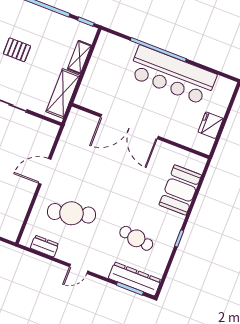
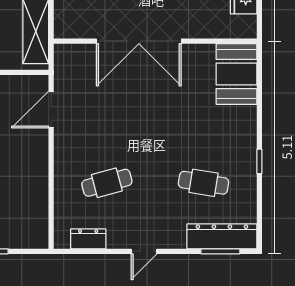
door: (45, 171) -> (51, 109), moved
booth: (180, 190) -> (236, 74), moved
cafe table: (71, 213) -> (107, 183), width x0.73, depth x0.74

